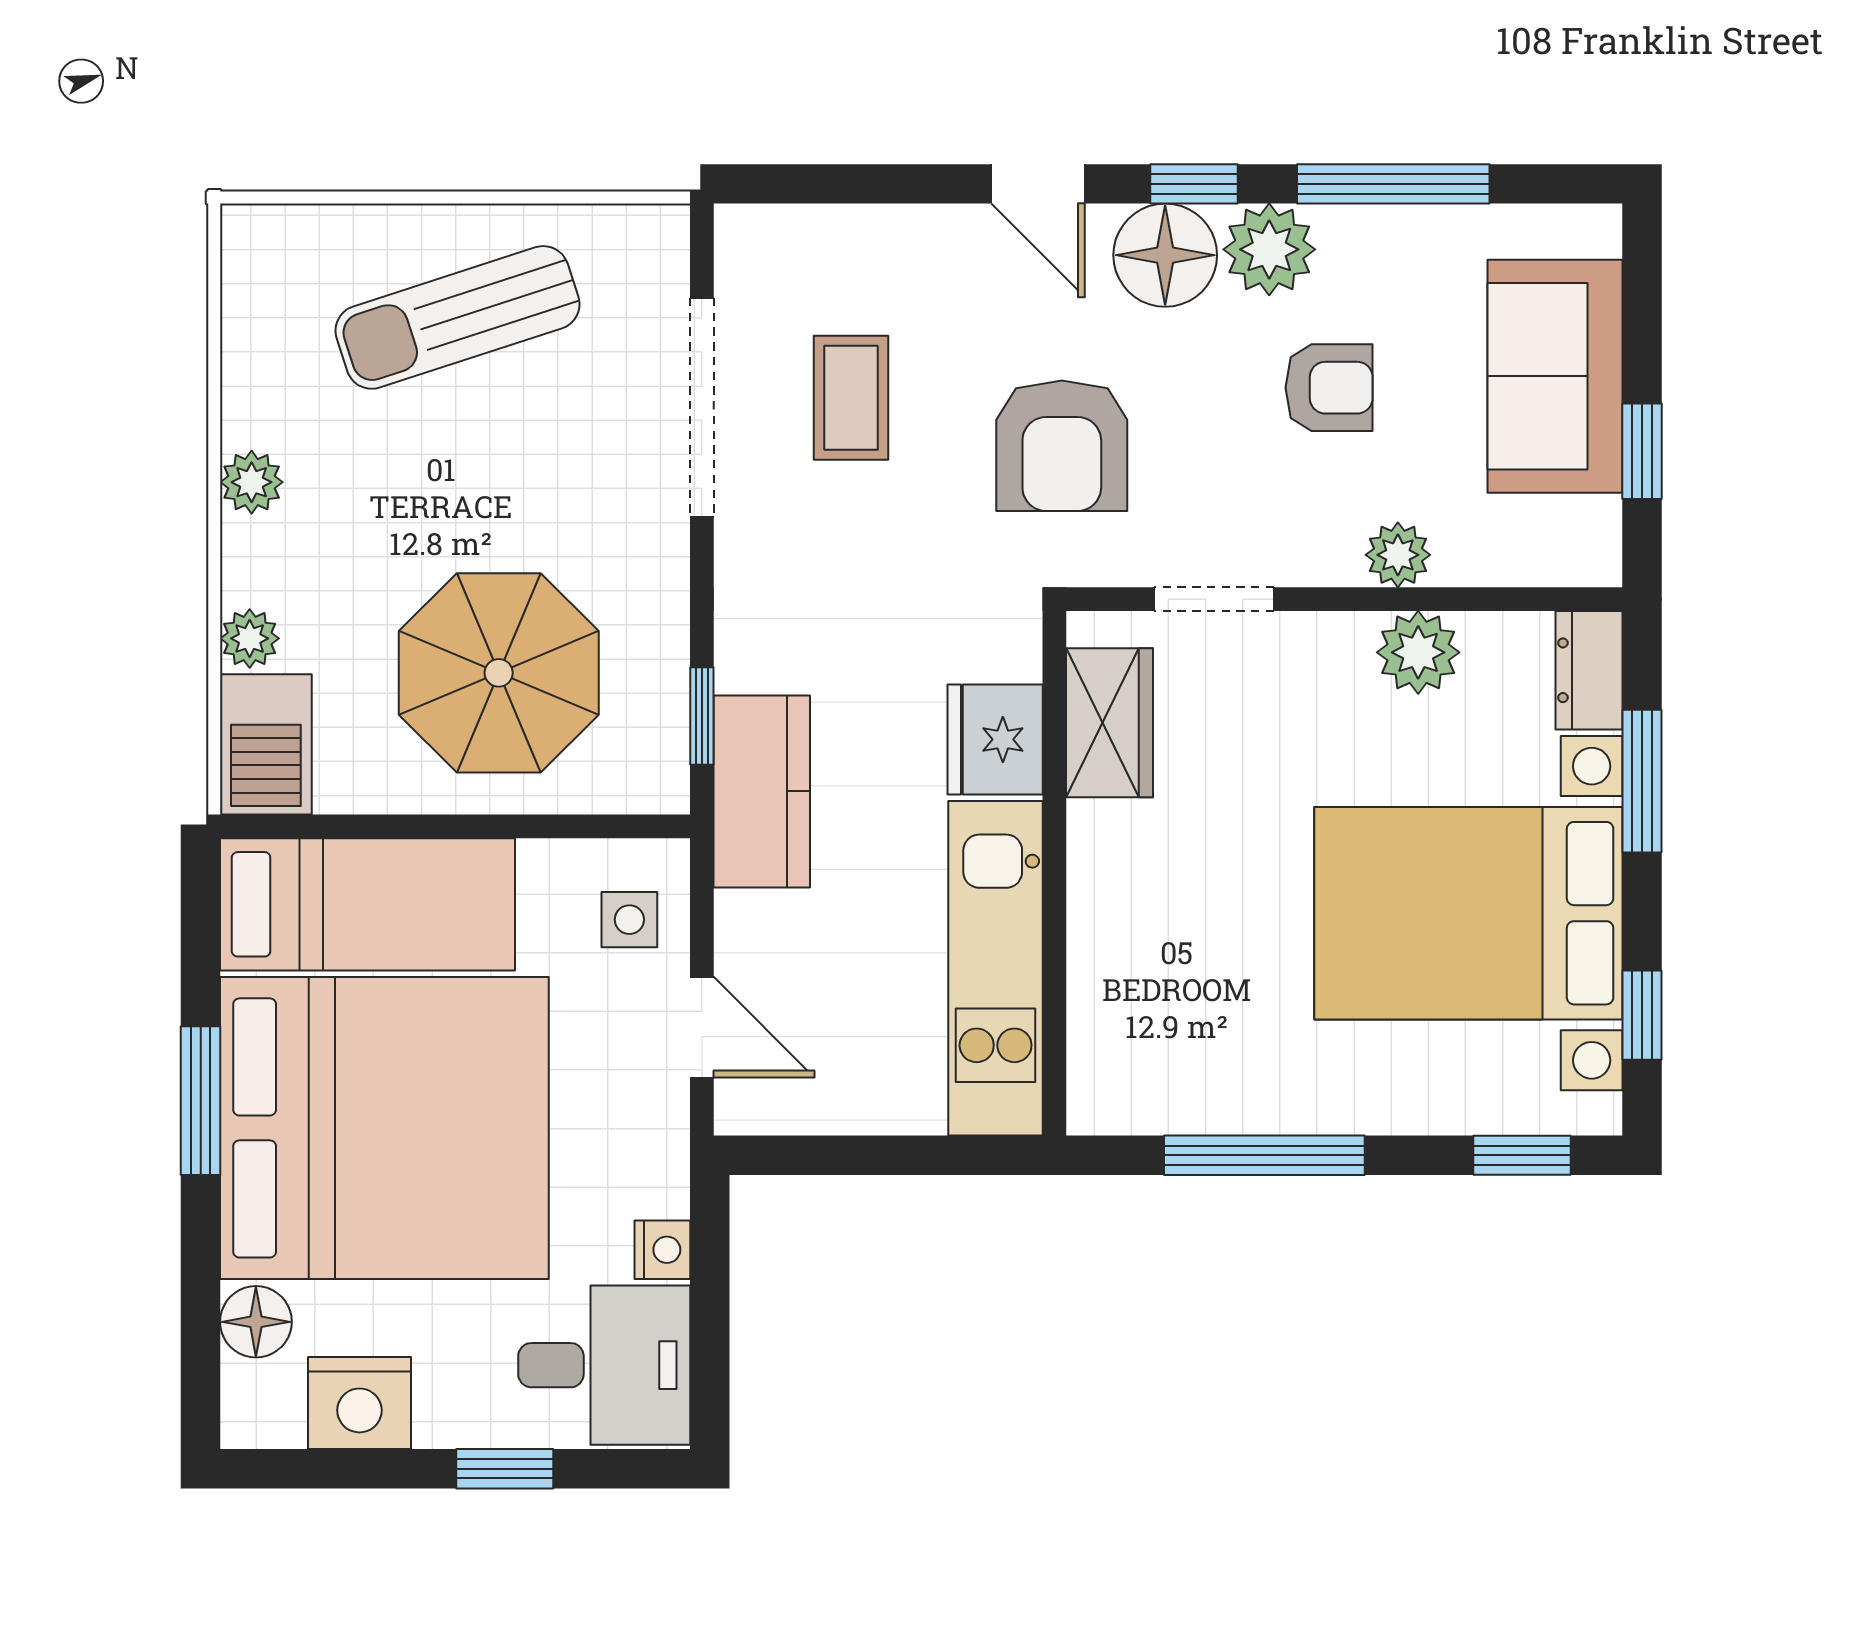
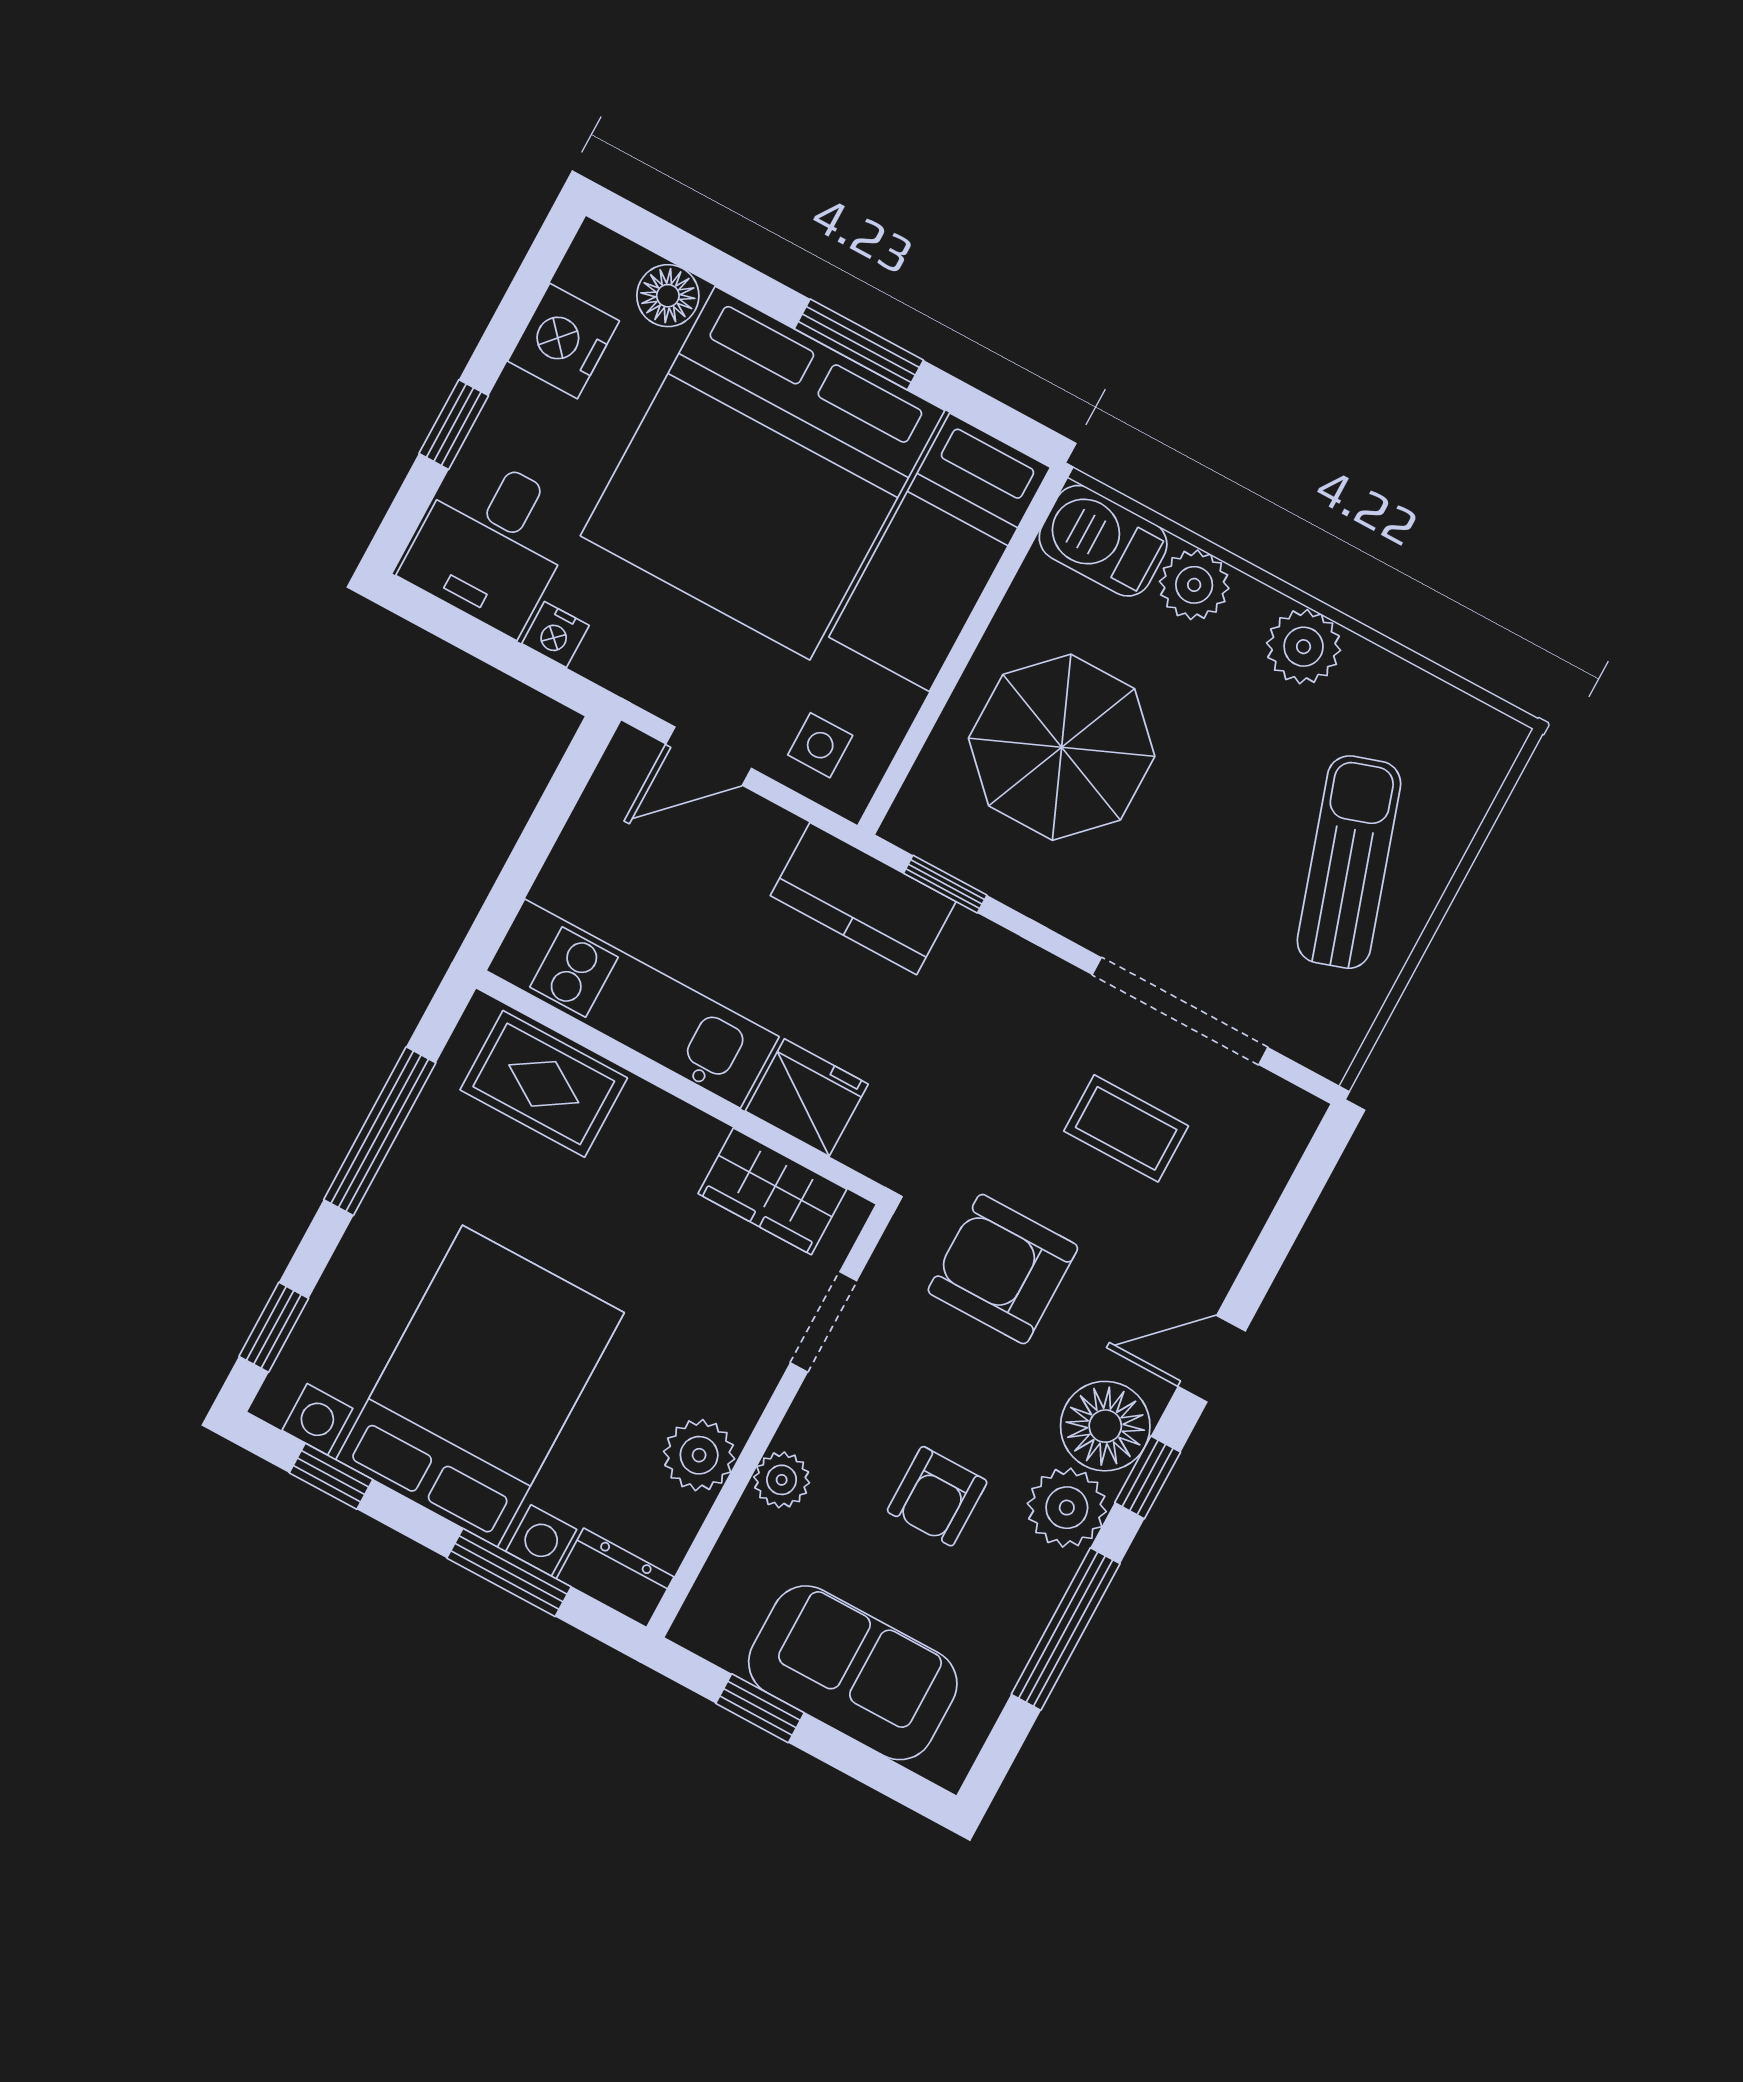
plant: (252, 482) -> (1304, 647), width x1.38, depth x1.38
plant: (250, 638) -> (1194, 585), width x1.38, depth x1.38
rug: (1126, 1015) -> (544, 1084), added

